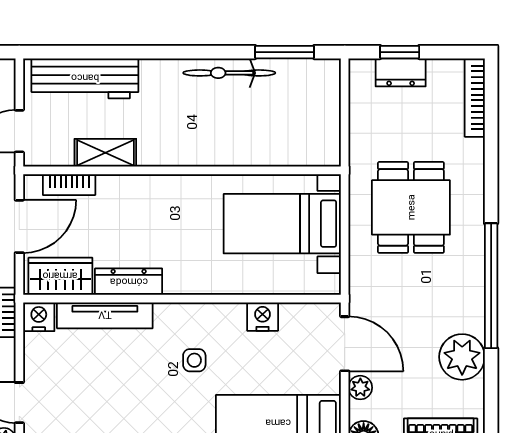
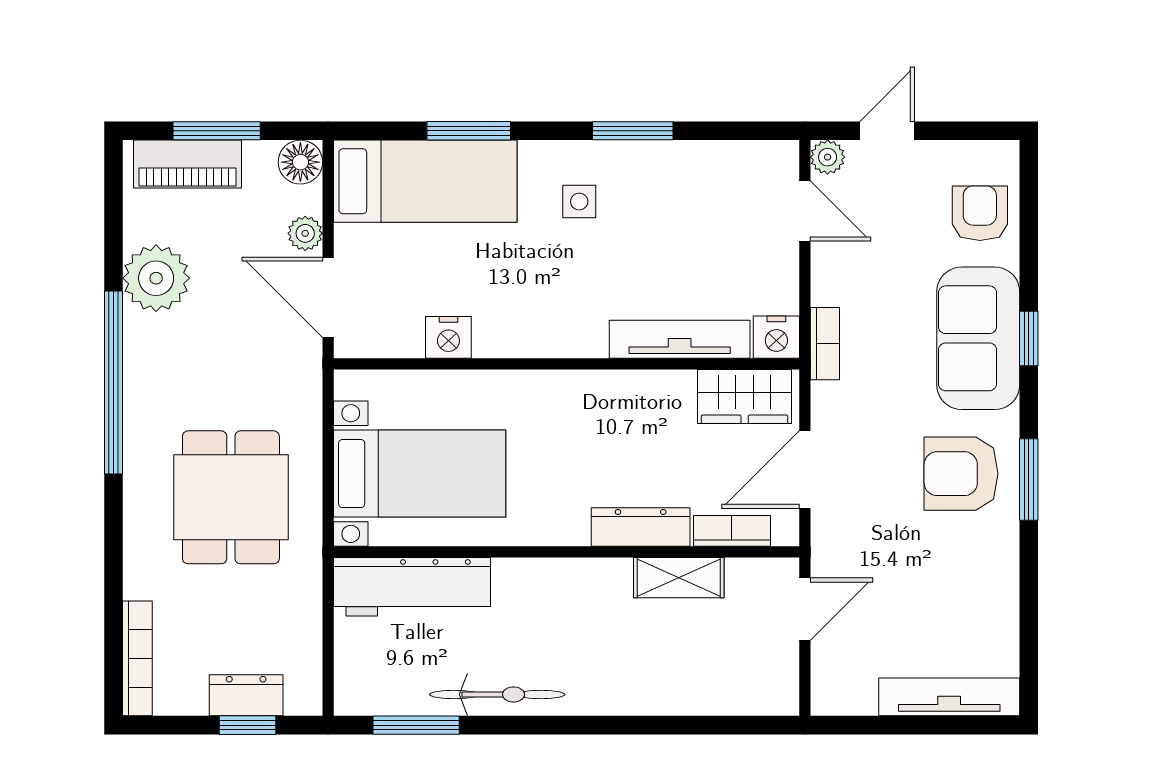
workbench: (85, 78) -> (412, 587), moved, turned 180
dresser: (129, 282) -> (641, 527), moved, turned 180
side table: (194, 360) -> (579, 202), moved

